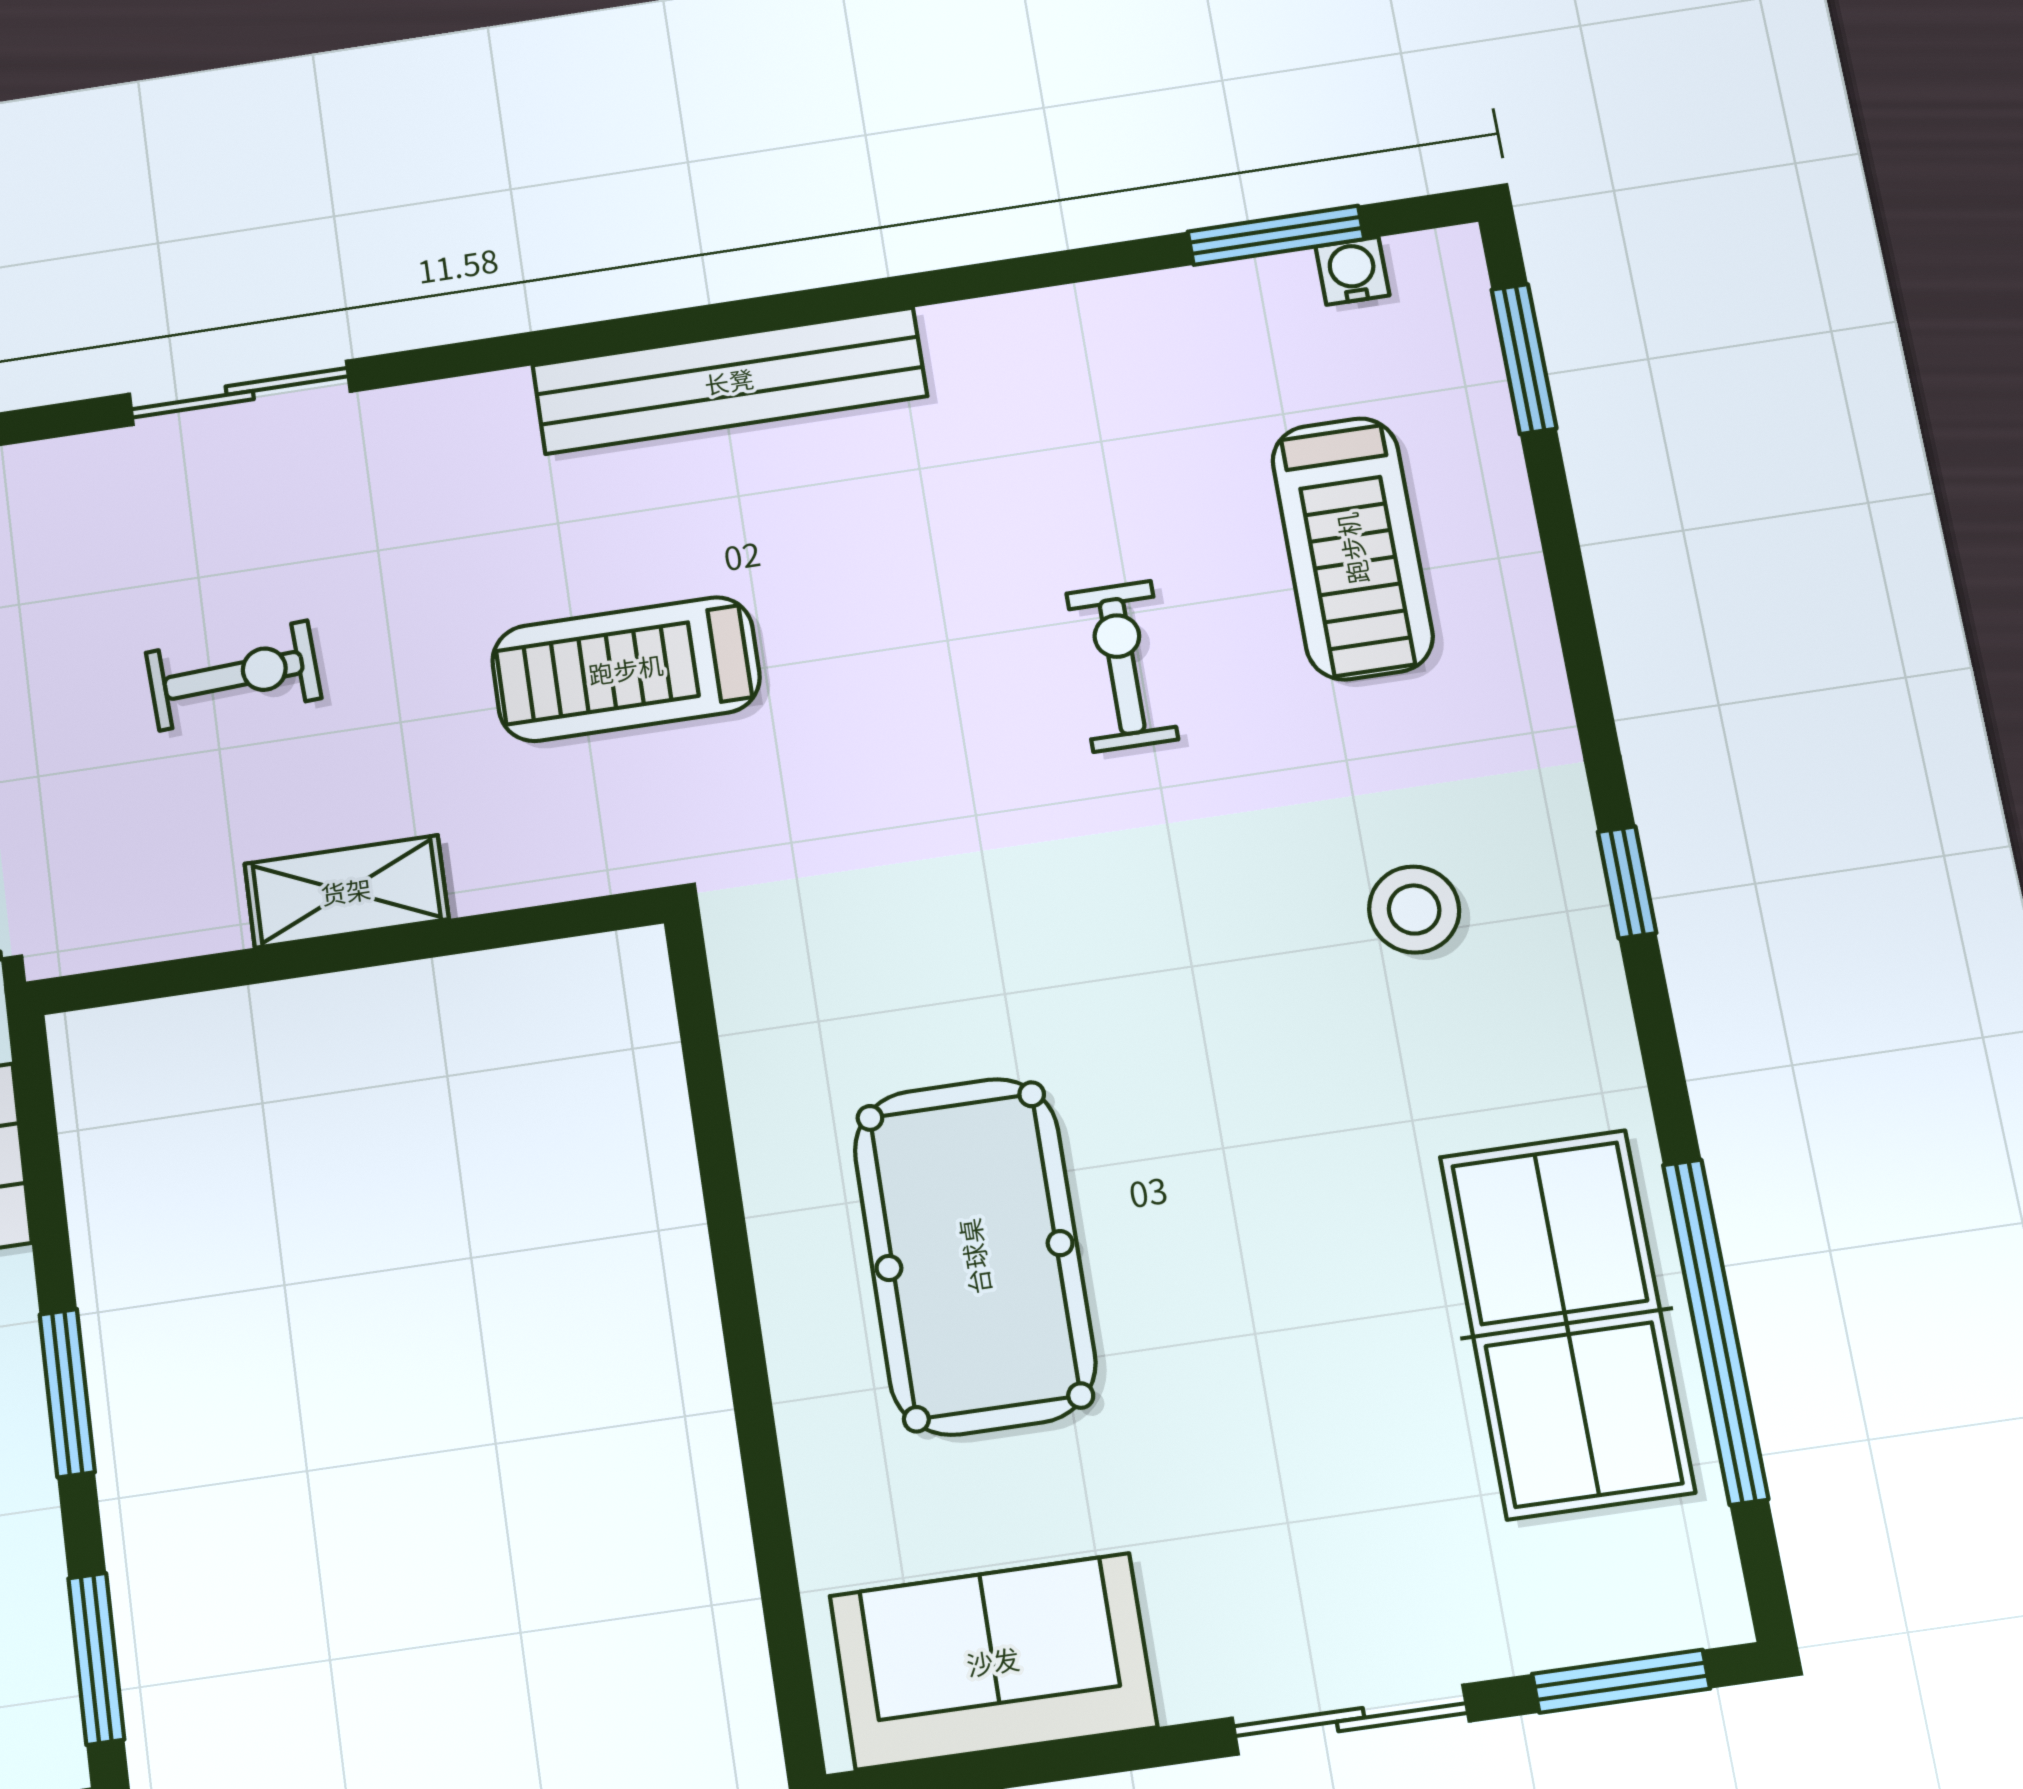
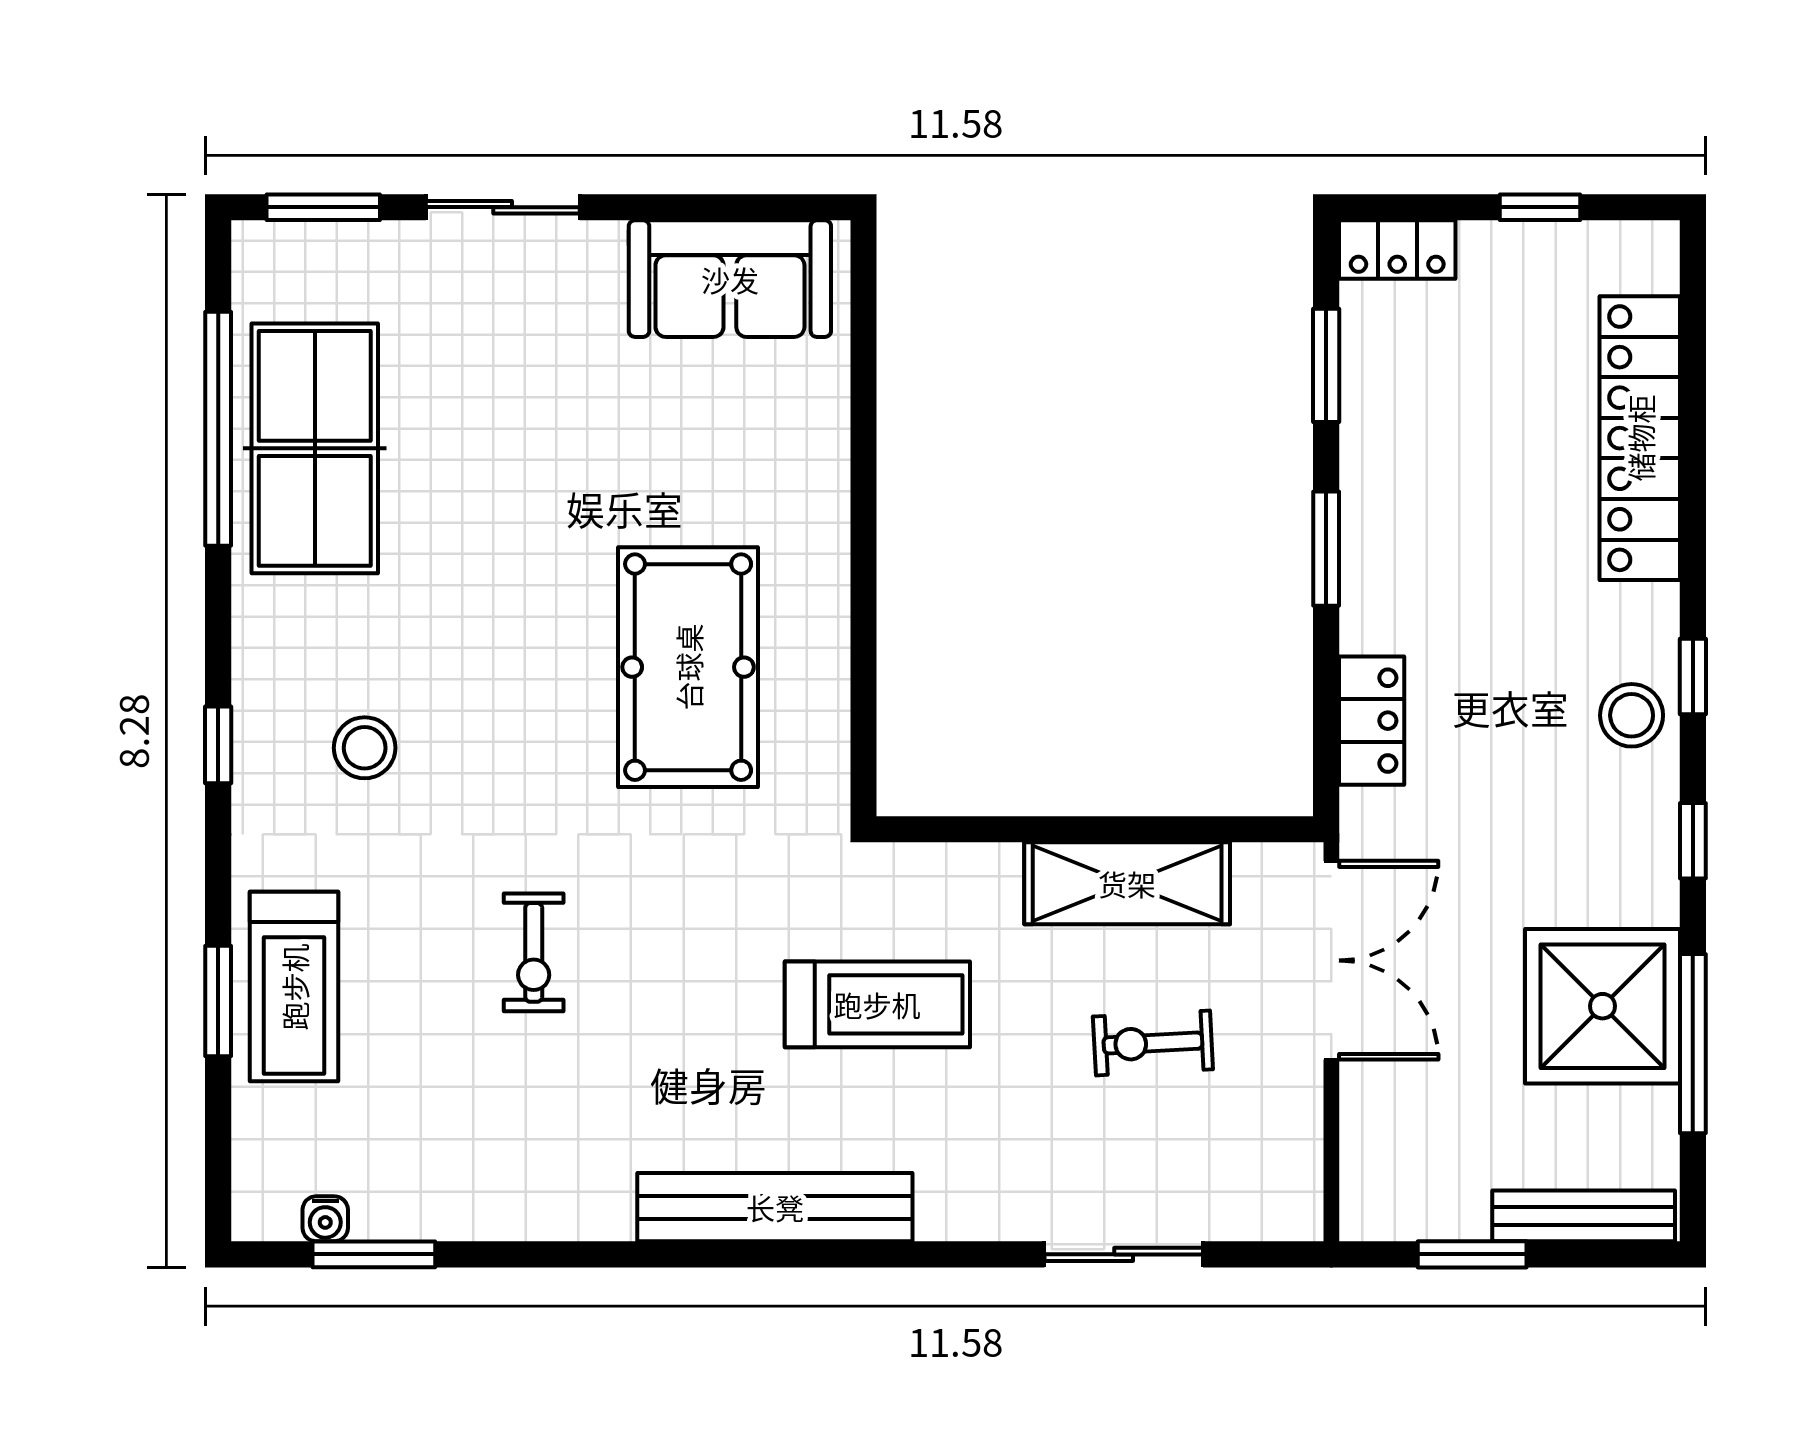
window: (1524, 359) -> (218, 1001), moved
treadmill: (1352, 548) -> (294, 987), moved, turned 180
shelving: (346, 891) -> (1127, 883), width x1.50, depth x1.33
pool table: (974, 1256) -> (688, 667), moved

